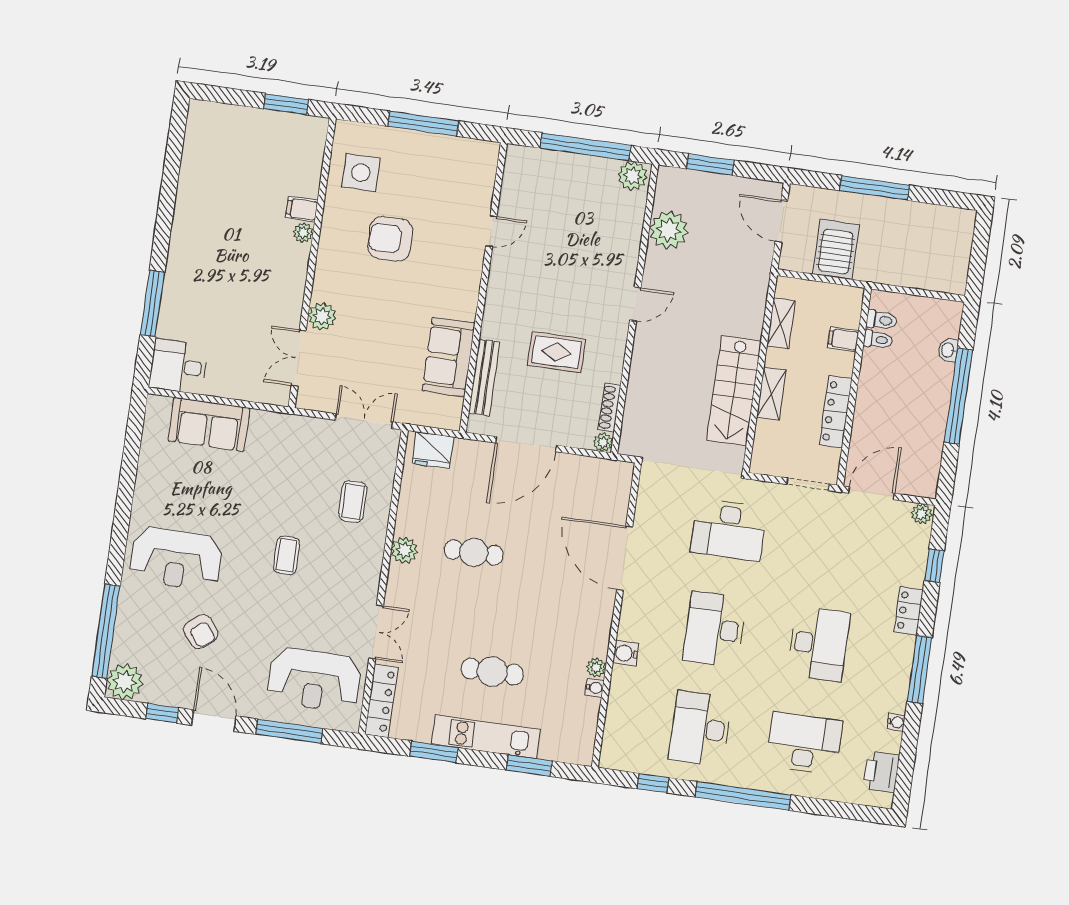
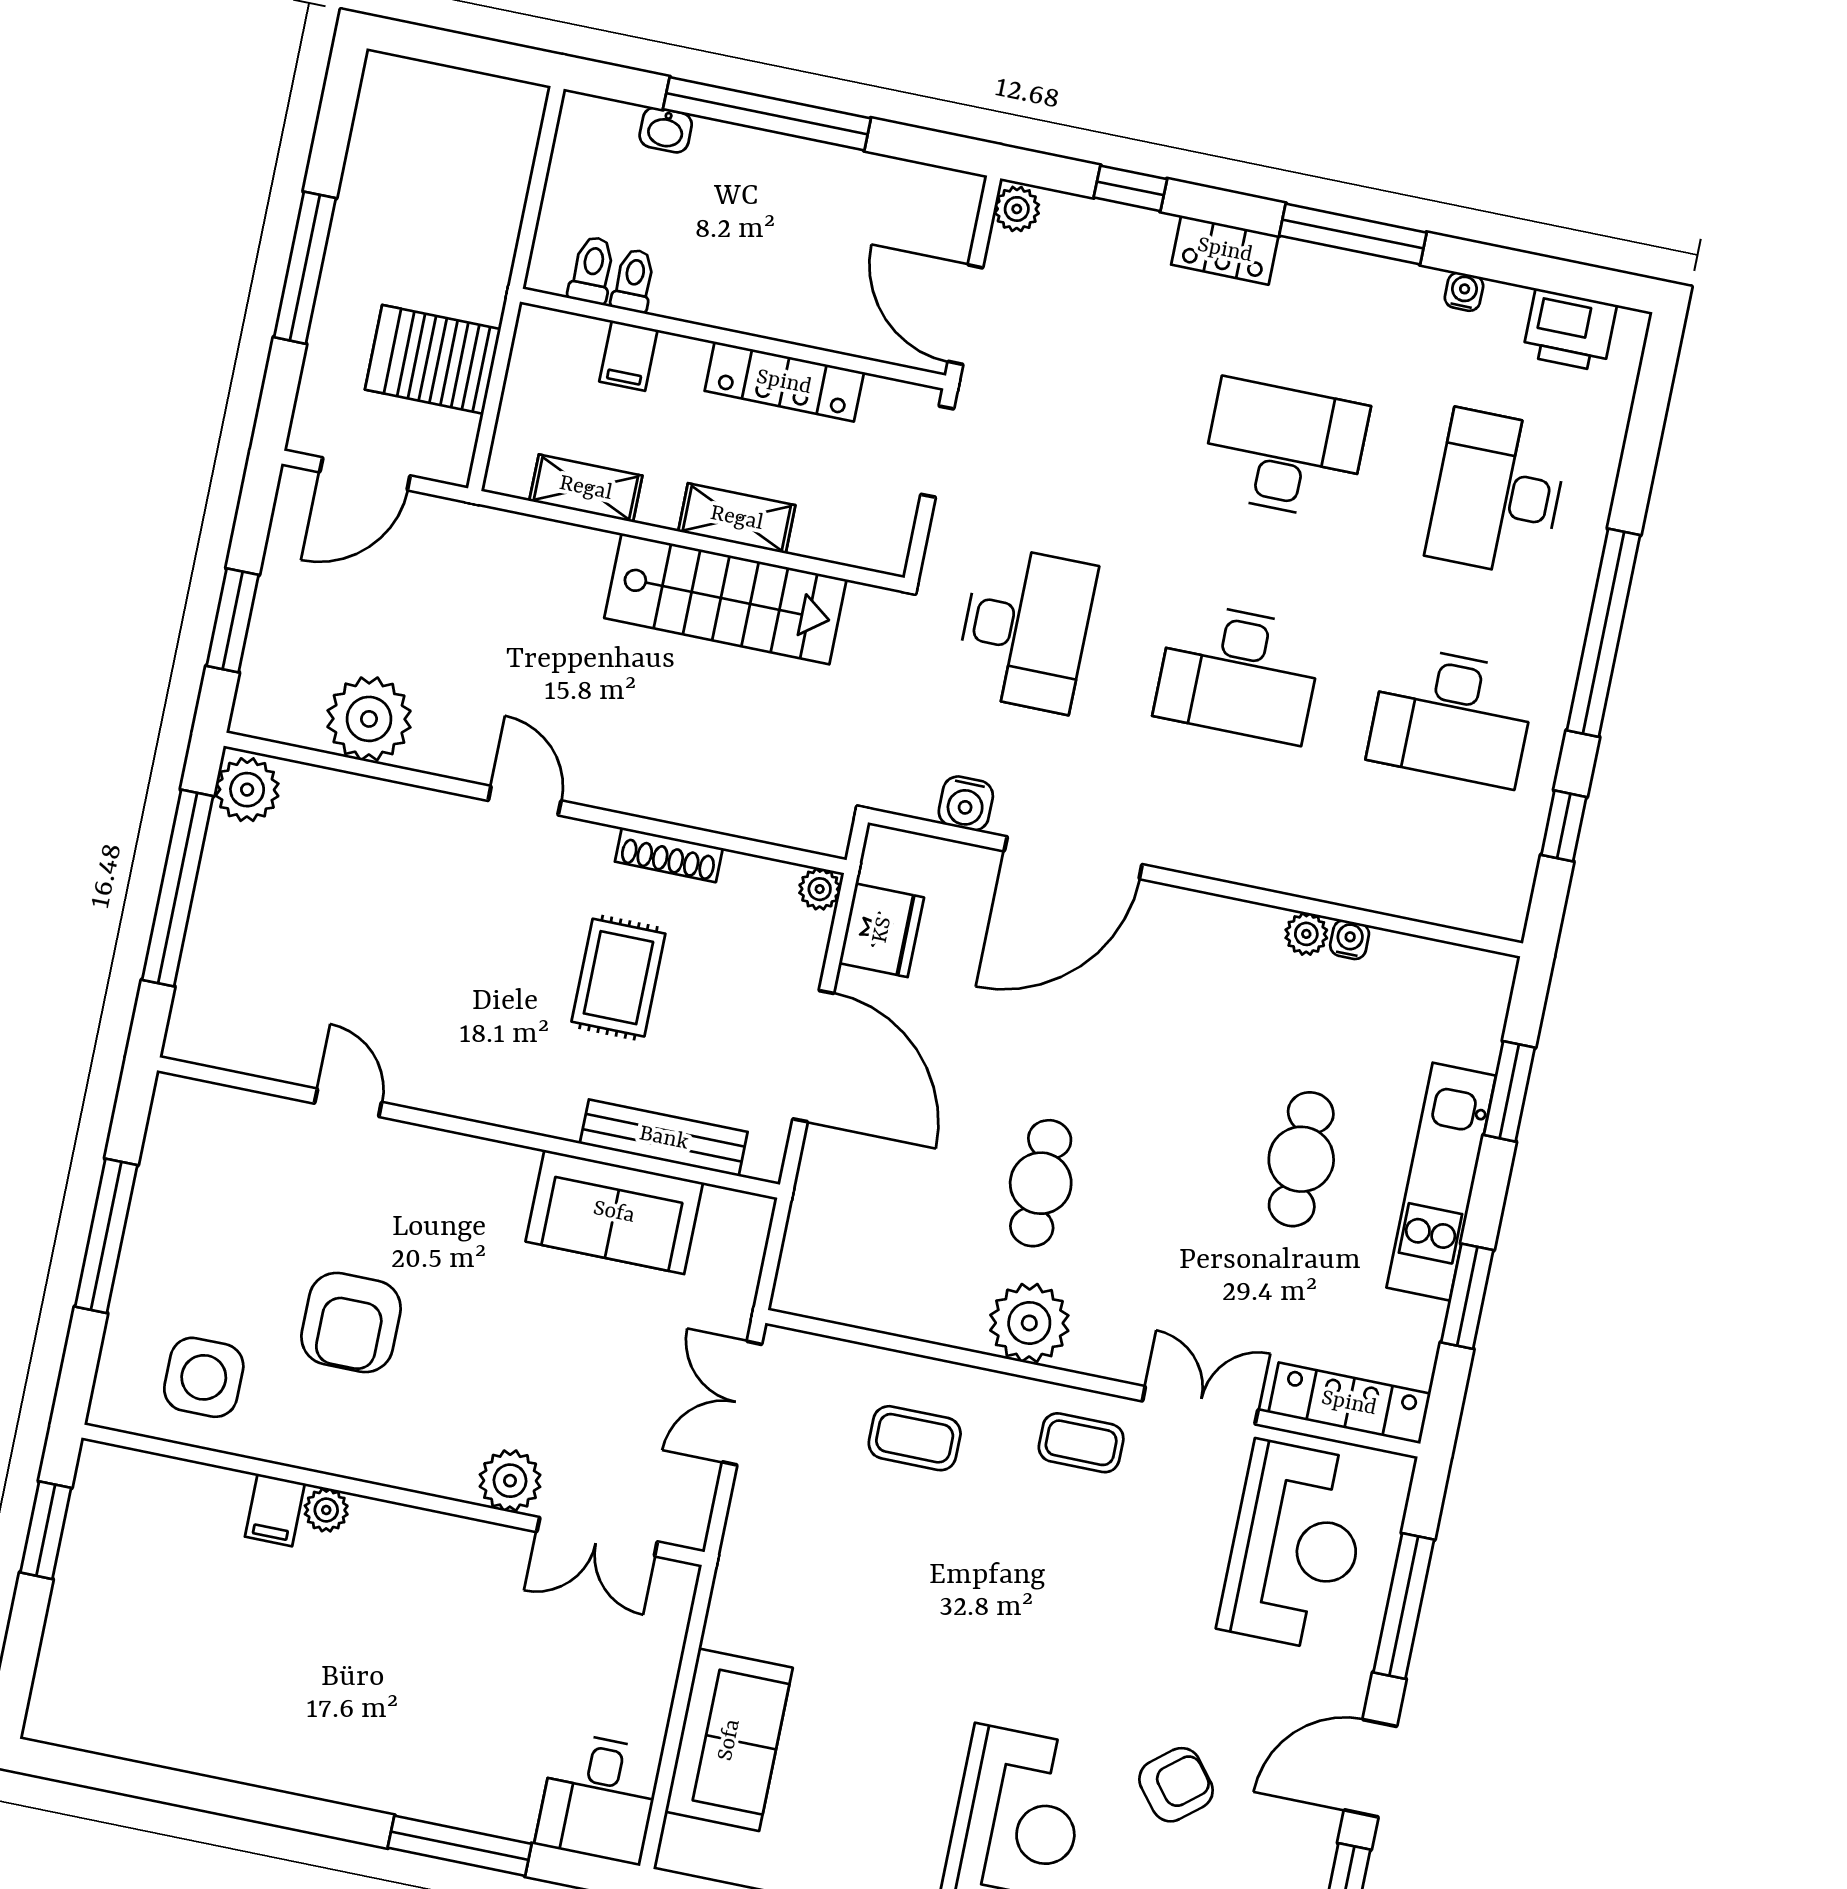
shoe rack: (609, 408) -> (669, 855), moved
fridge: (433, 450) -> (882, 930), moved
plant: (404, 550) -> (1029, 1323), width x1.36, depth x1.36
coffee table: (287, 555) -> (1081, 1443), moved
water cooler: (626, 653) -> (966, 803), moved

